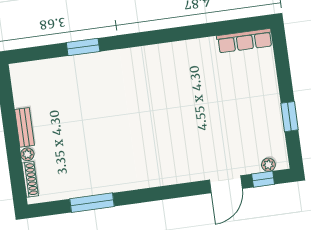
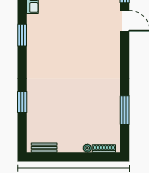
window: (183, 33) -> (22, 35), added
bench: (24, 127) -> (44, 148), moved

